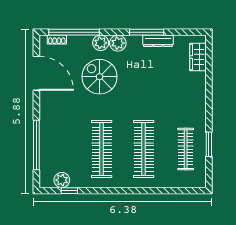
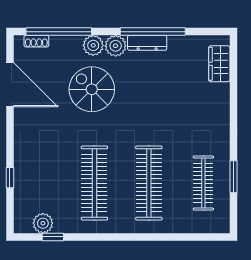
window: (147, 32) -> (153, 32), width x1.46
dresser: (158, 41) -> (147, 43), moved
window: (36, 145) -> (10, 178), width x0.32

